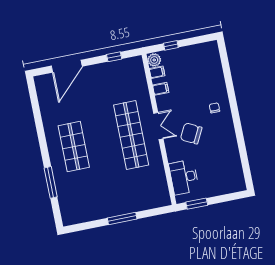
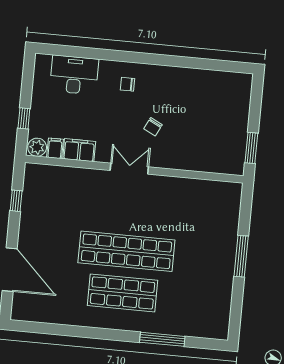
filing cabinet: (161, 89) -> (79, 150), width x2.00
chair: (191, 133) -> (153, 127), width x0.54, depth x0.54
shop shelf: (131, 135) -> (126, 251), moved
desk: (184, 177) -> (74, 75), moved, turned 180

